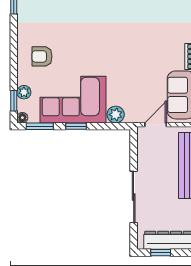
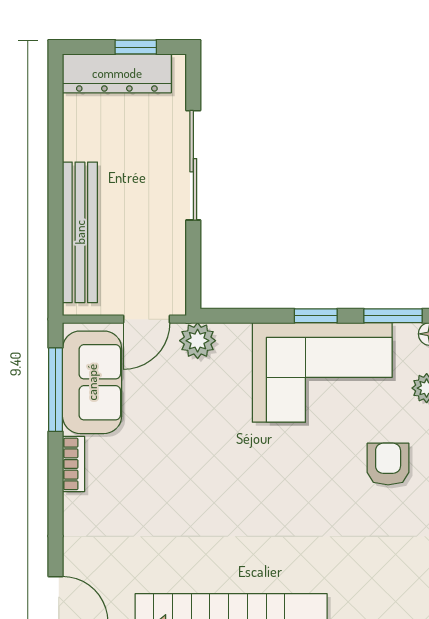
armchair: (42, 56) -> (388, 464), turned -90
plant: (116, 115) -> (198, 341), moved

